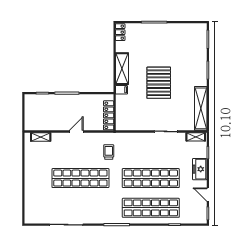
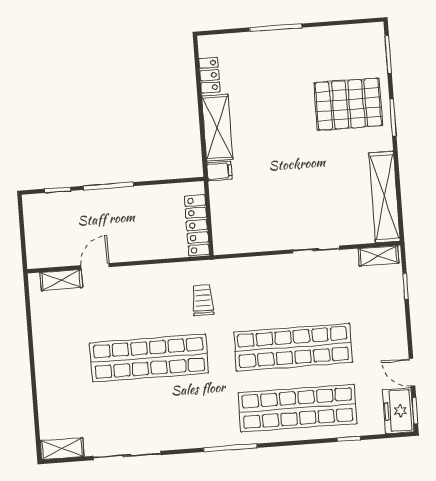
locker: (120, 32) -> (210, 75), moved
pallet: (159, 83) -> (348, 104), moved, turned 90
door: (76, 131) -> (95, 266), moved
freezer: (200, 169) -> (398, 411), moved
shelving: (35, 219) -> (62, 449), added

